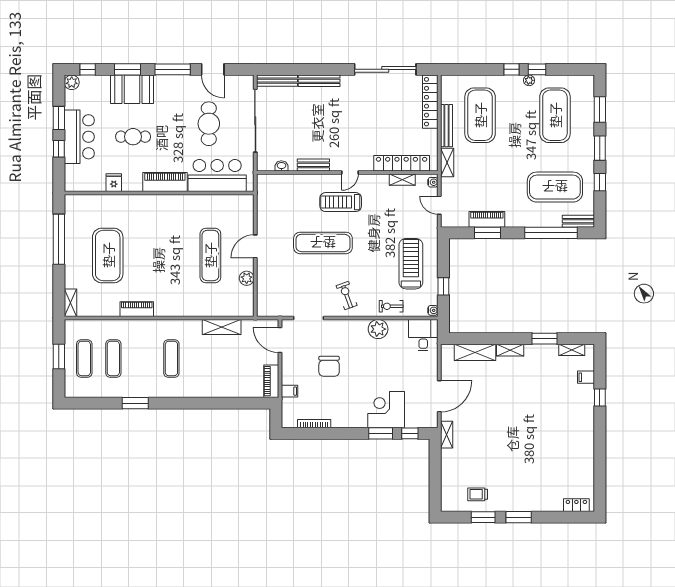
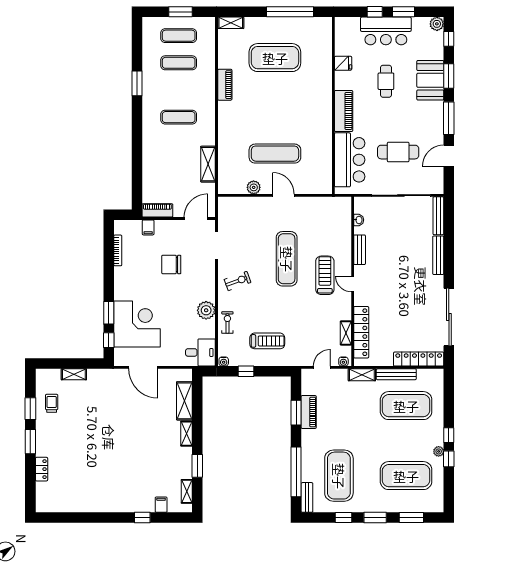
treadmill: (411, 264) -> (267, 341), width x0.73, depth x0.73
corner desk: (386, 410) -> (137, 324), width x1.36, depth x1.36
shelving: (447, 435) -> (74, 374), moved
locker: (576, 505) -> (42, 469), moved

